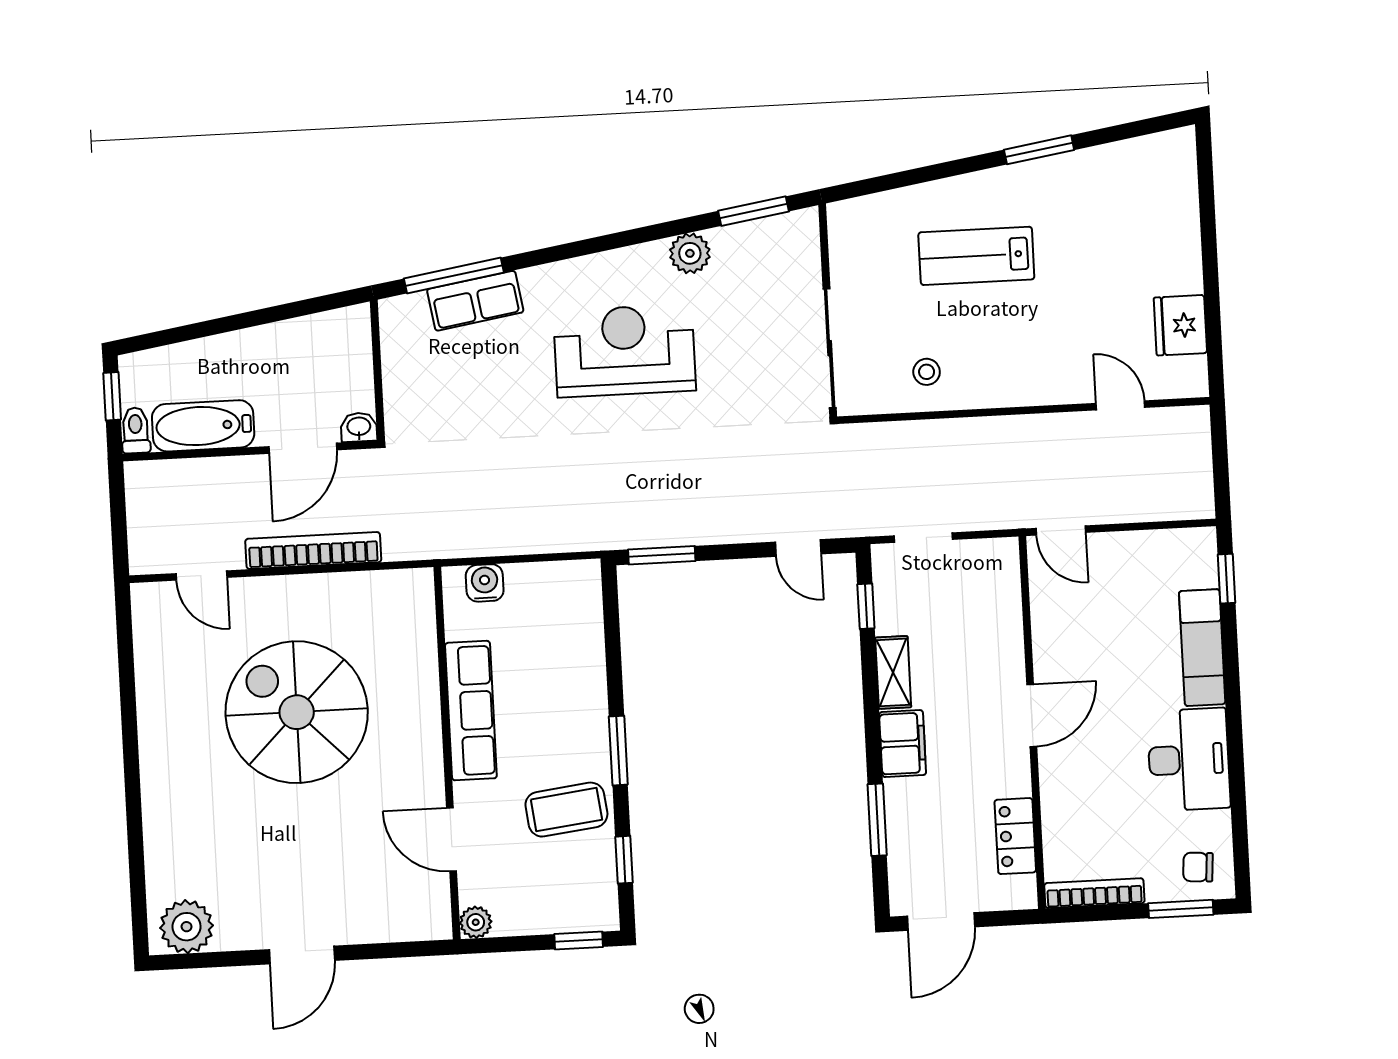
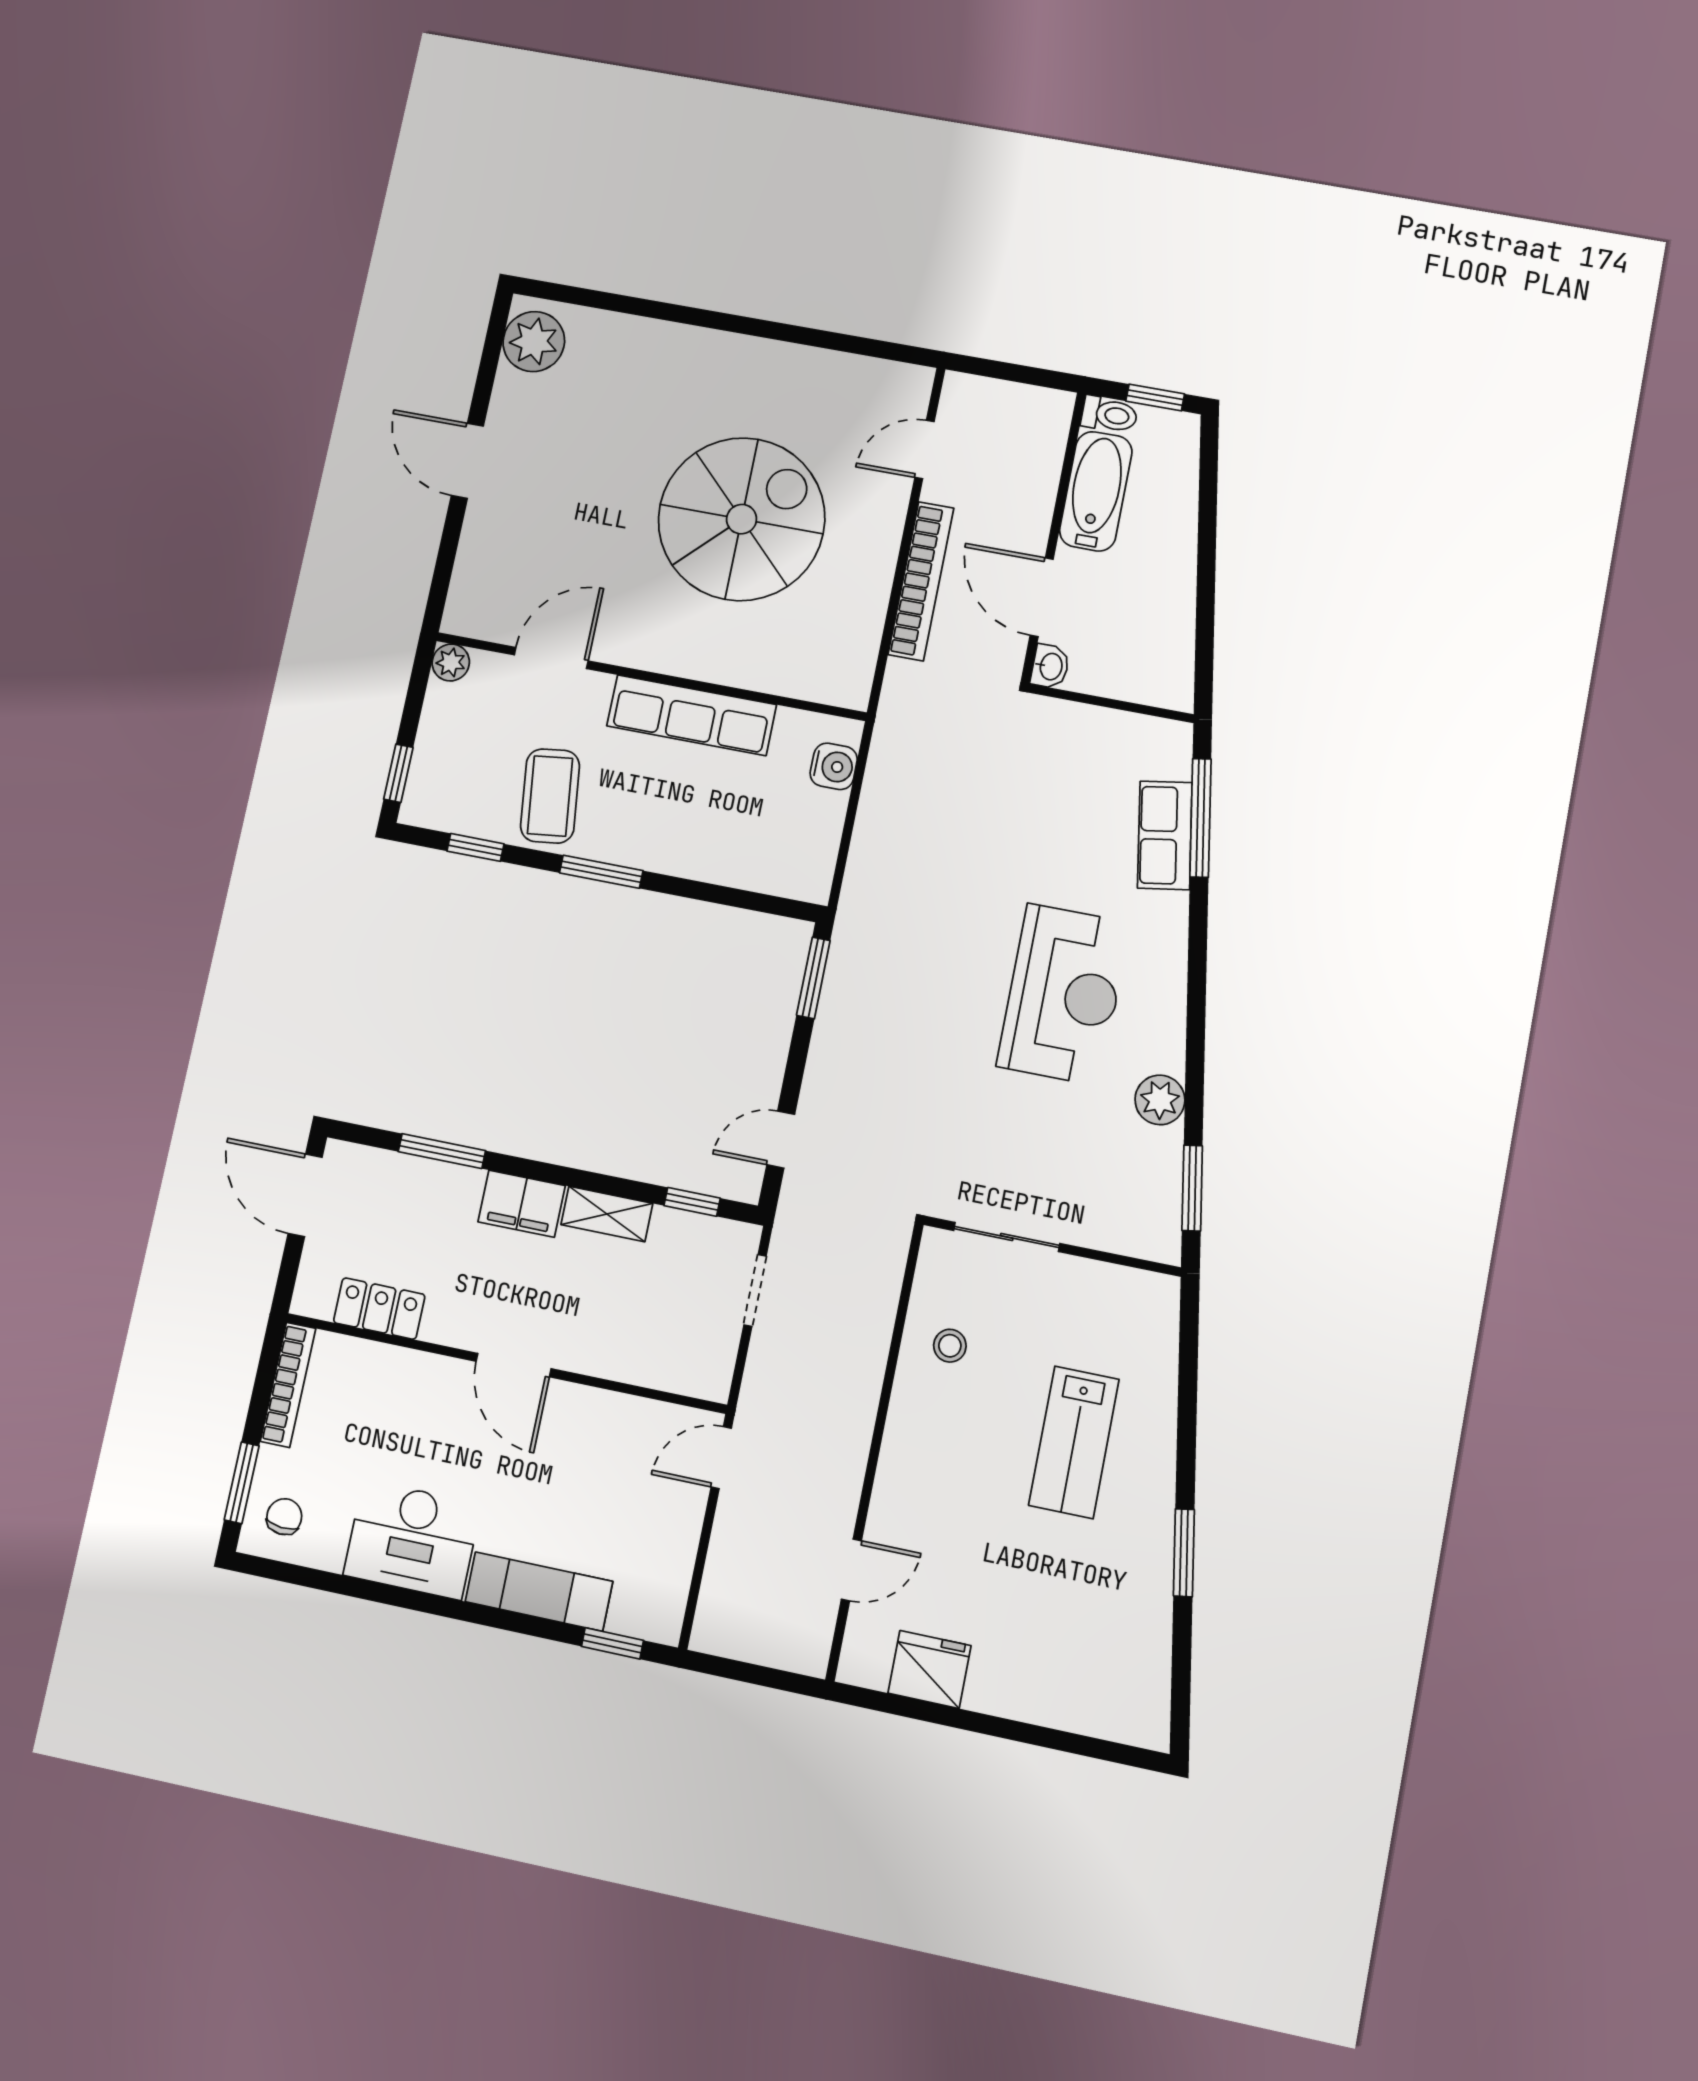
lab bench: (976, 256) -> (1074, 1442), turned 180
sliding door: (830, 348) -> (1007, 1237), width x0.73

